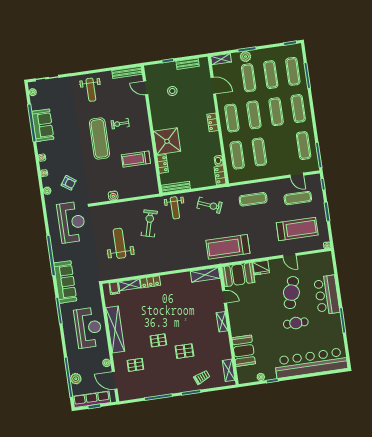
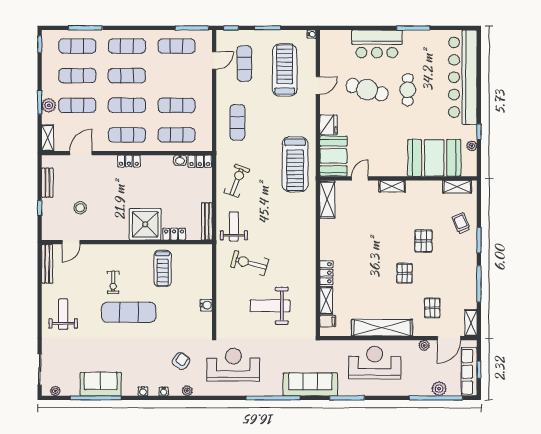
weight bench: (91, 90) -> (63, 314), turned -90
weight bench: (175, 208) -> (234, 226), turned -90
booth: (244, 351) -> (434, 158), width x1.36, depth x1.42
shelving: (128, 395) -> (471, 323), added

